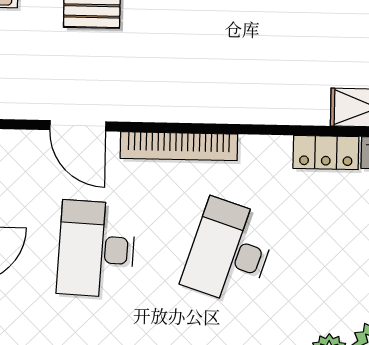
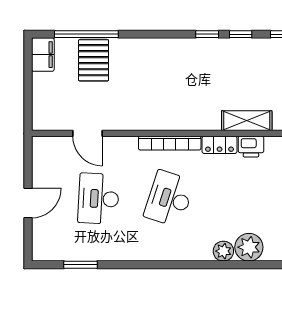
bookcase: (179, 146) -> (170, 143), moved

